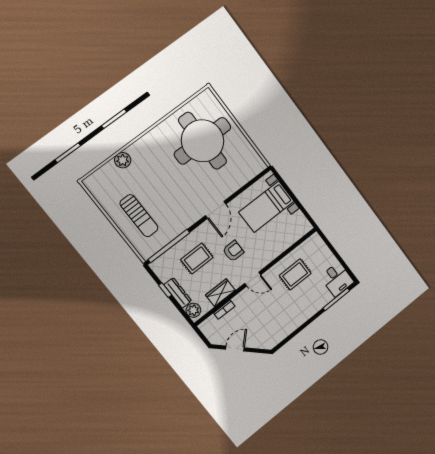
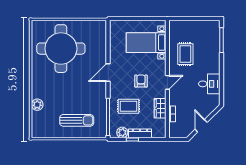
bed with nightstands: (267, 207) -> (146, 43), moved, turned 90
door: (216, 210) -> (108, 73), swing flipped
rug: (197, 259) -> (128, 106), turned 90
desk: (337, 279) -> (209, 84), moved
plant: (193, 310) -> (122, 132), moved

